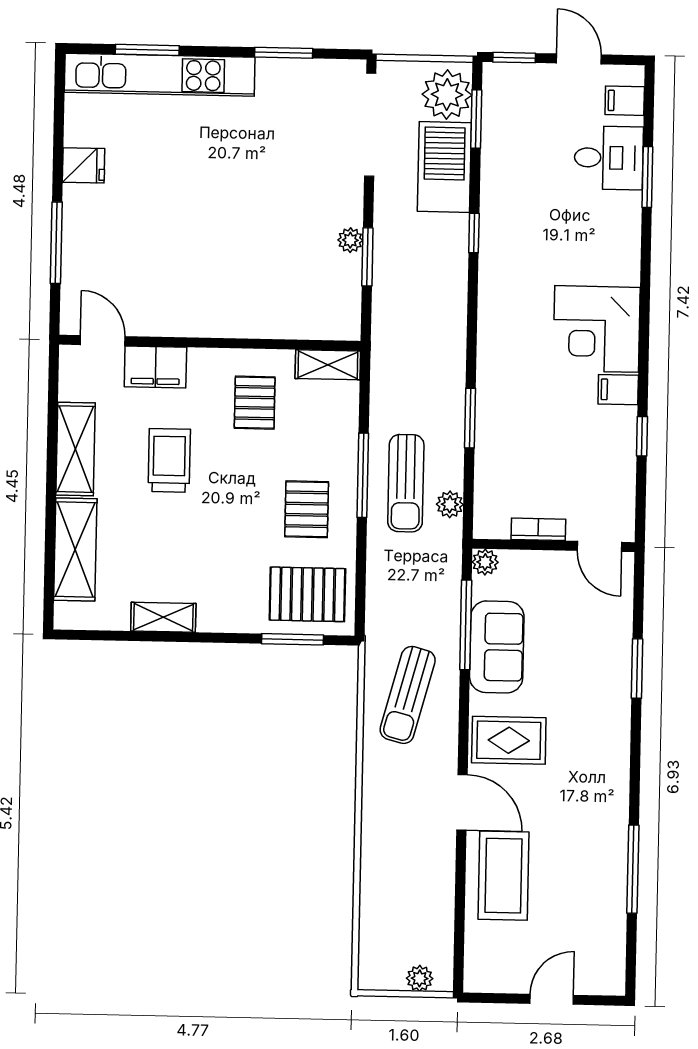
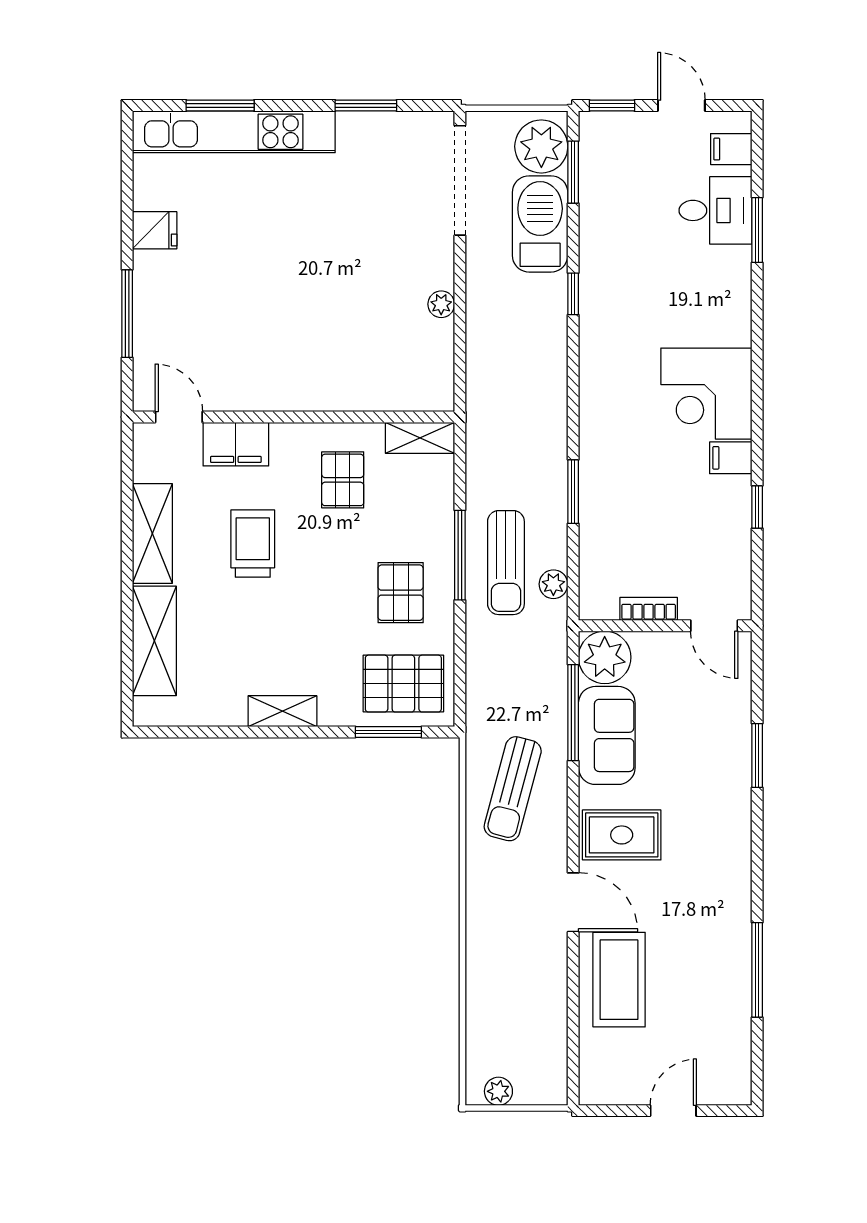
window: (367, 257) -> (460, 322), removed
plant: (485, 562) -> (605, 657), width x1.87, depth x1.87
shelving: (163, 617) -> (282, 711), moved
plant: (420, 978) -> (498, 1091), moved

